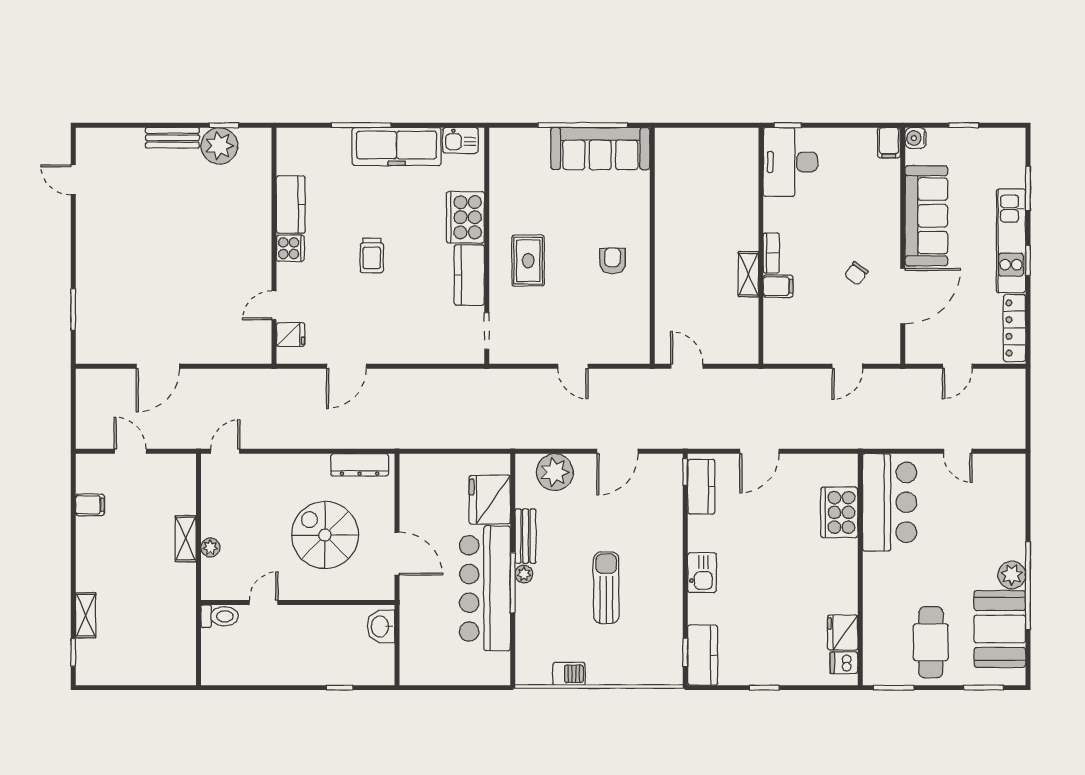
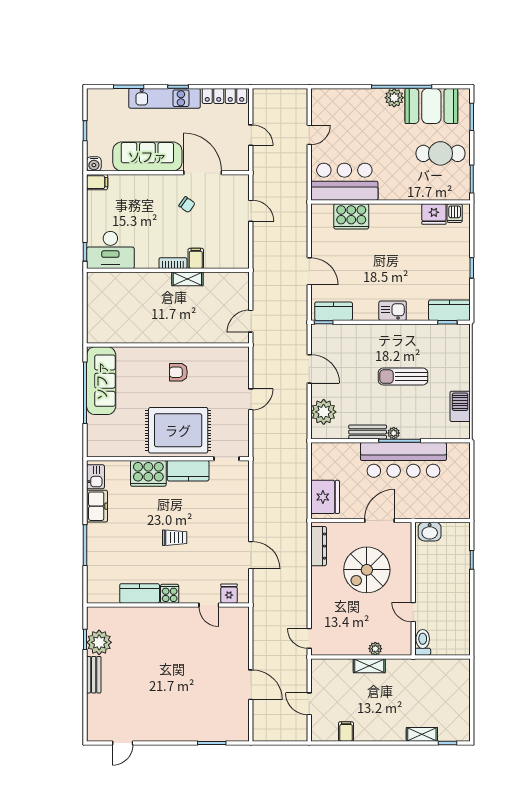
freezer: (397, 147) -> (97, 506), width x0.52, depth x0.79
rug: (528, 261) -> (178, 430), width x1.86, depth x2.06
door: (130, 451) -> (309, 704), hinge flipped
fridge: (490, 500) -> (325, 497), moved, turned -90
barbecue: (569, 674) -> (460, 406), width x1.38, depth x1.27

